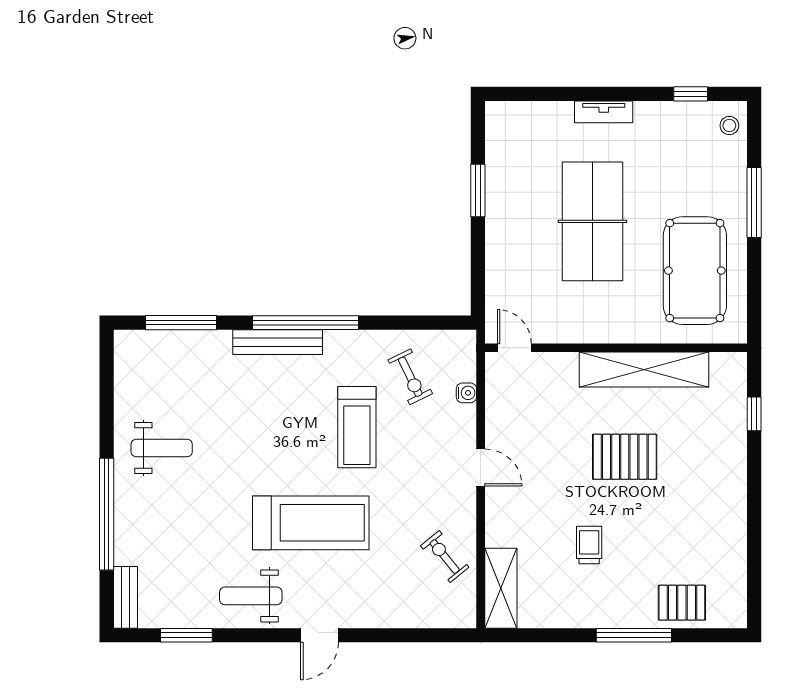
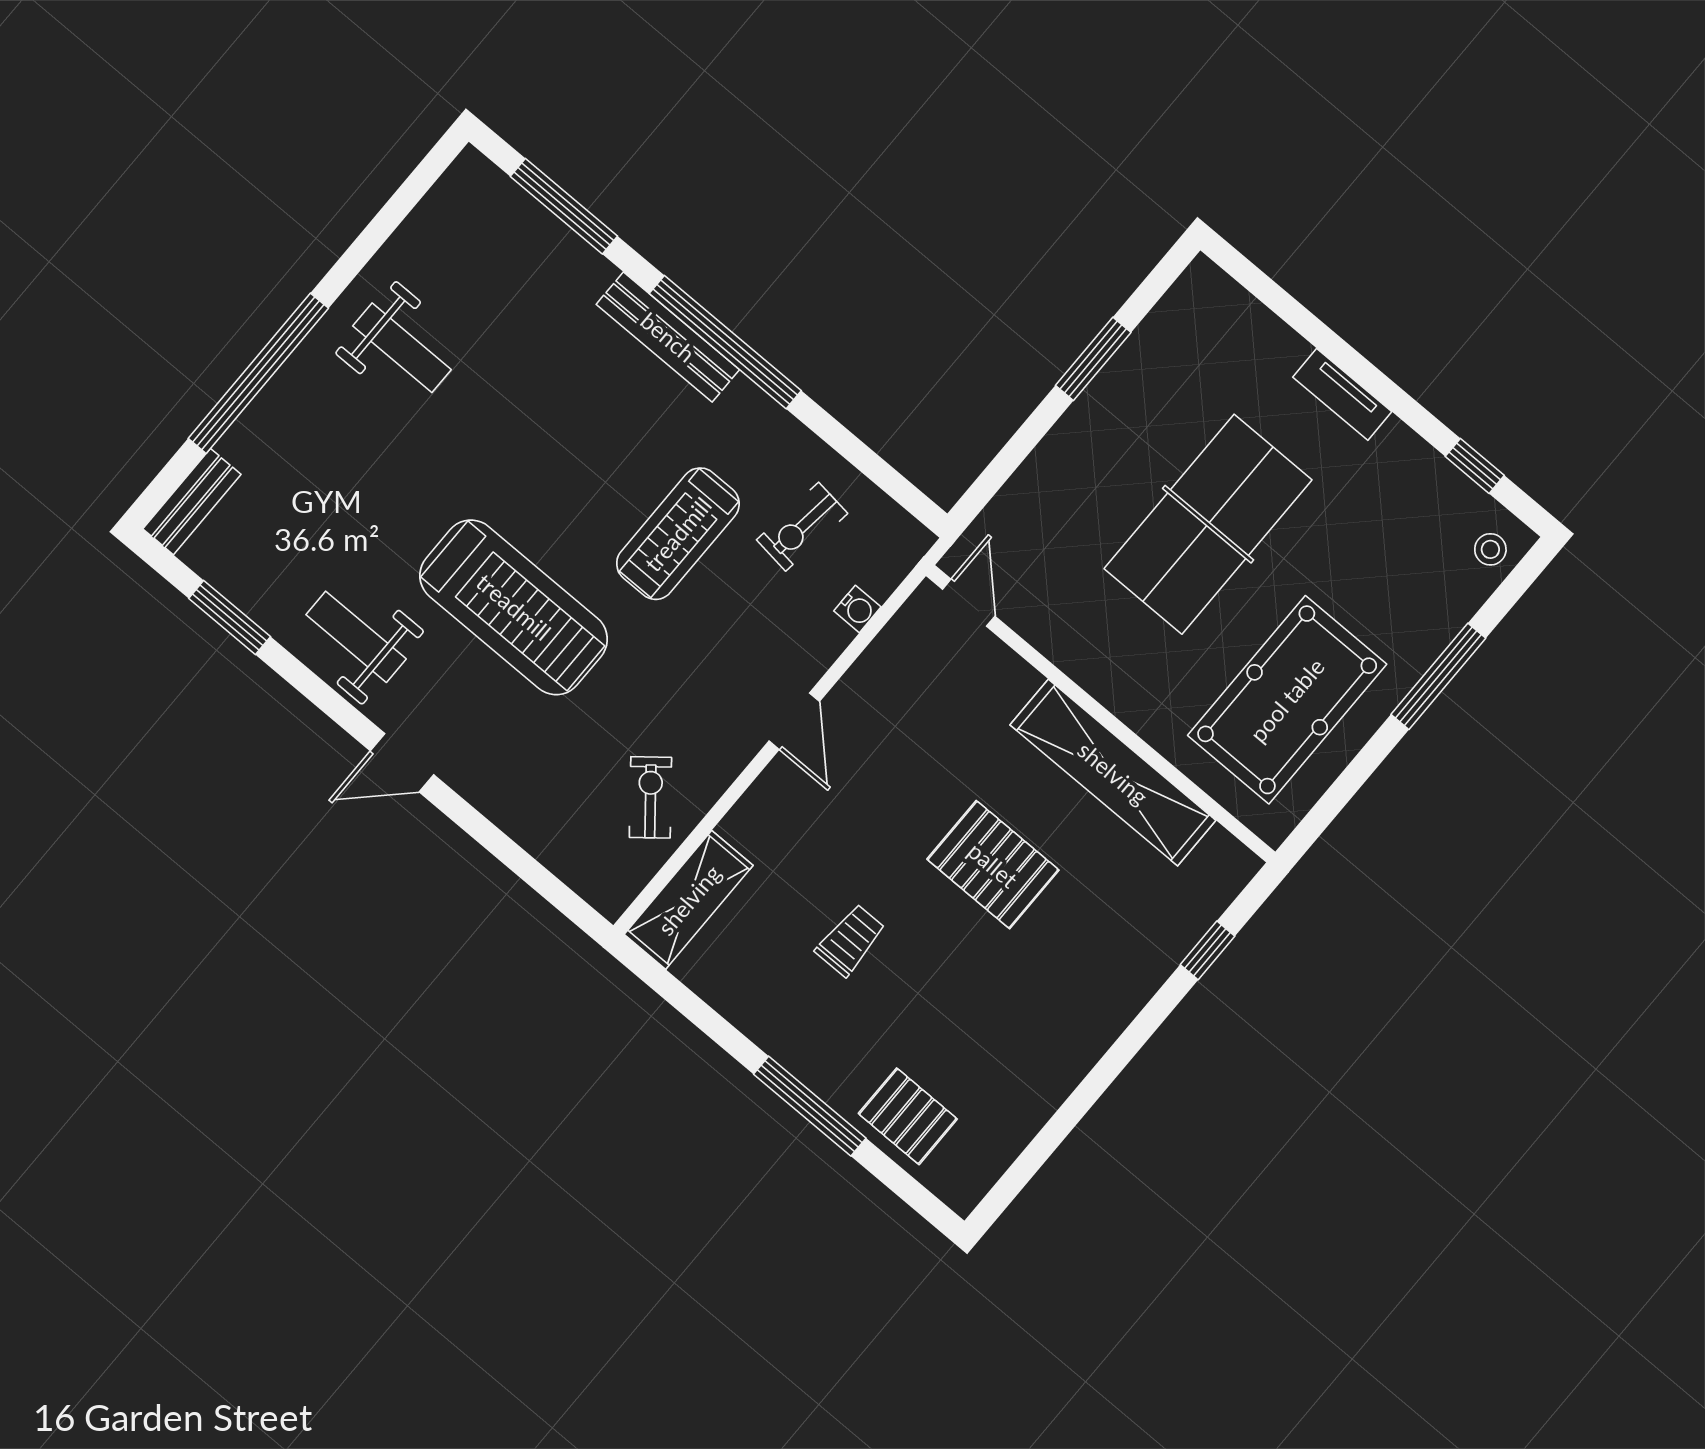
exercise bike: (410, 377) -> (802, 527), turned 33

